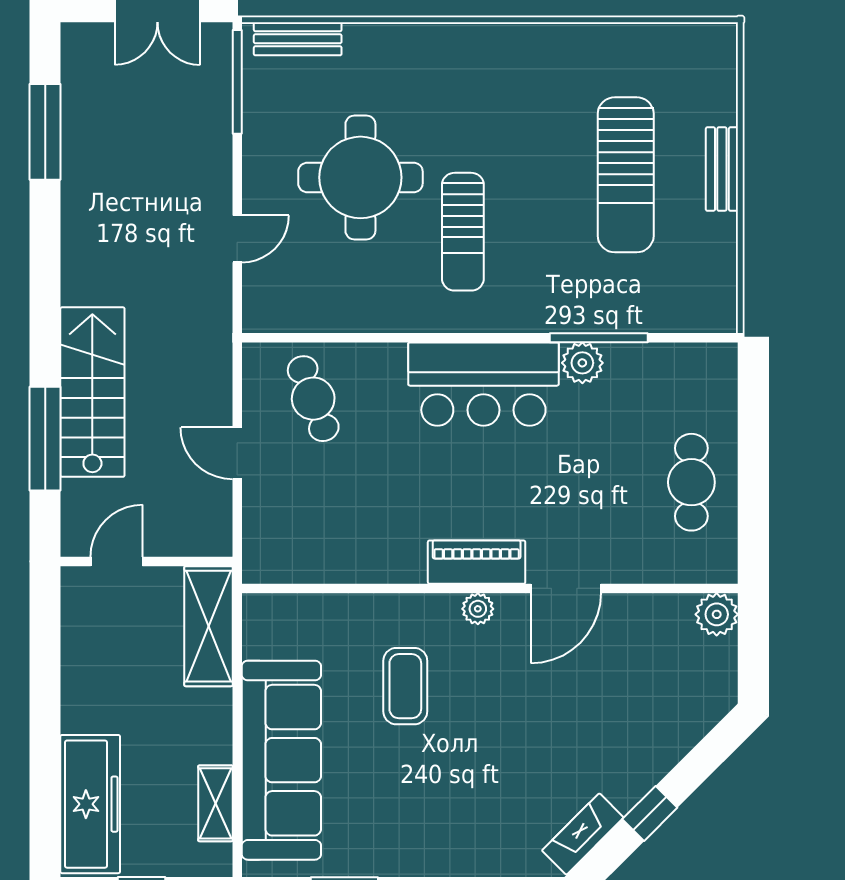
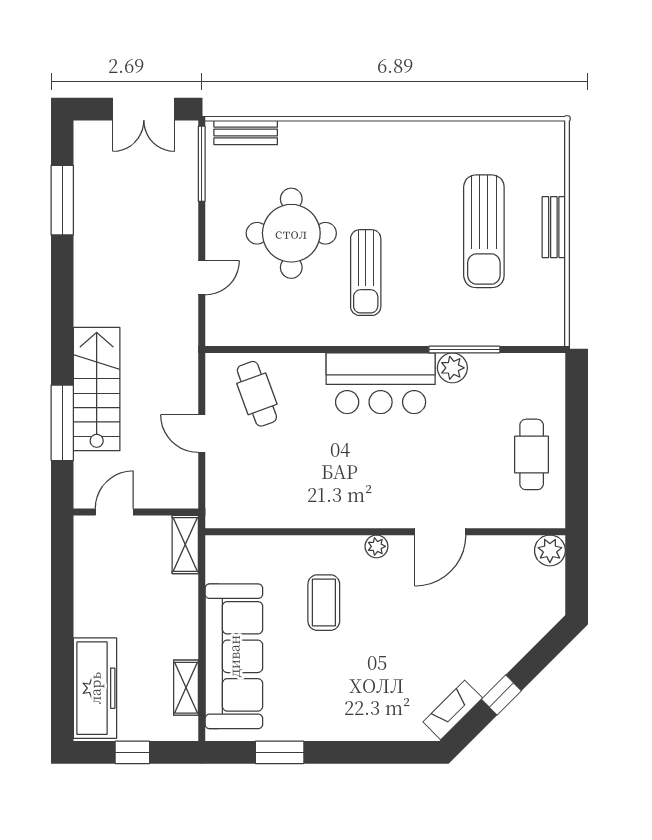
piano: (477, 562) -> (376, 513), removed
shelving: (208, 626) -> (185, 544), width x0.67, depth x0.75

